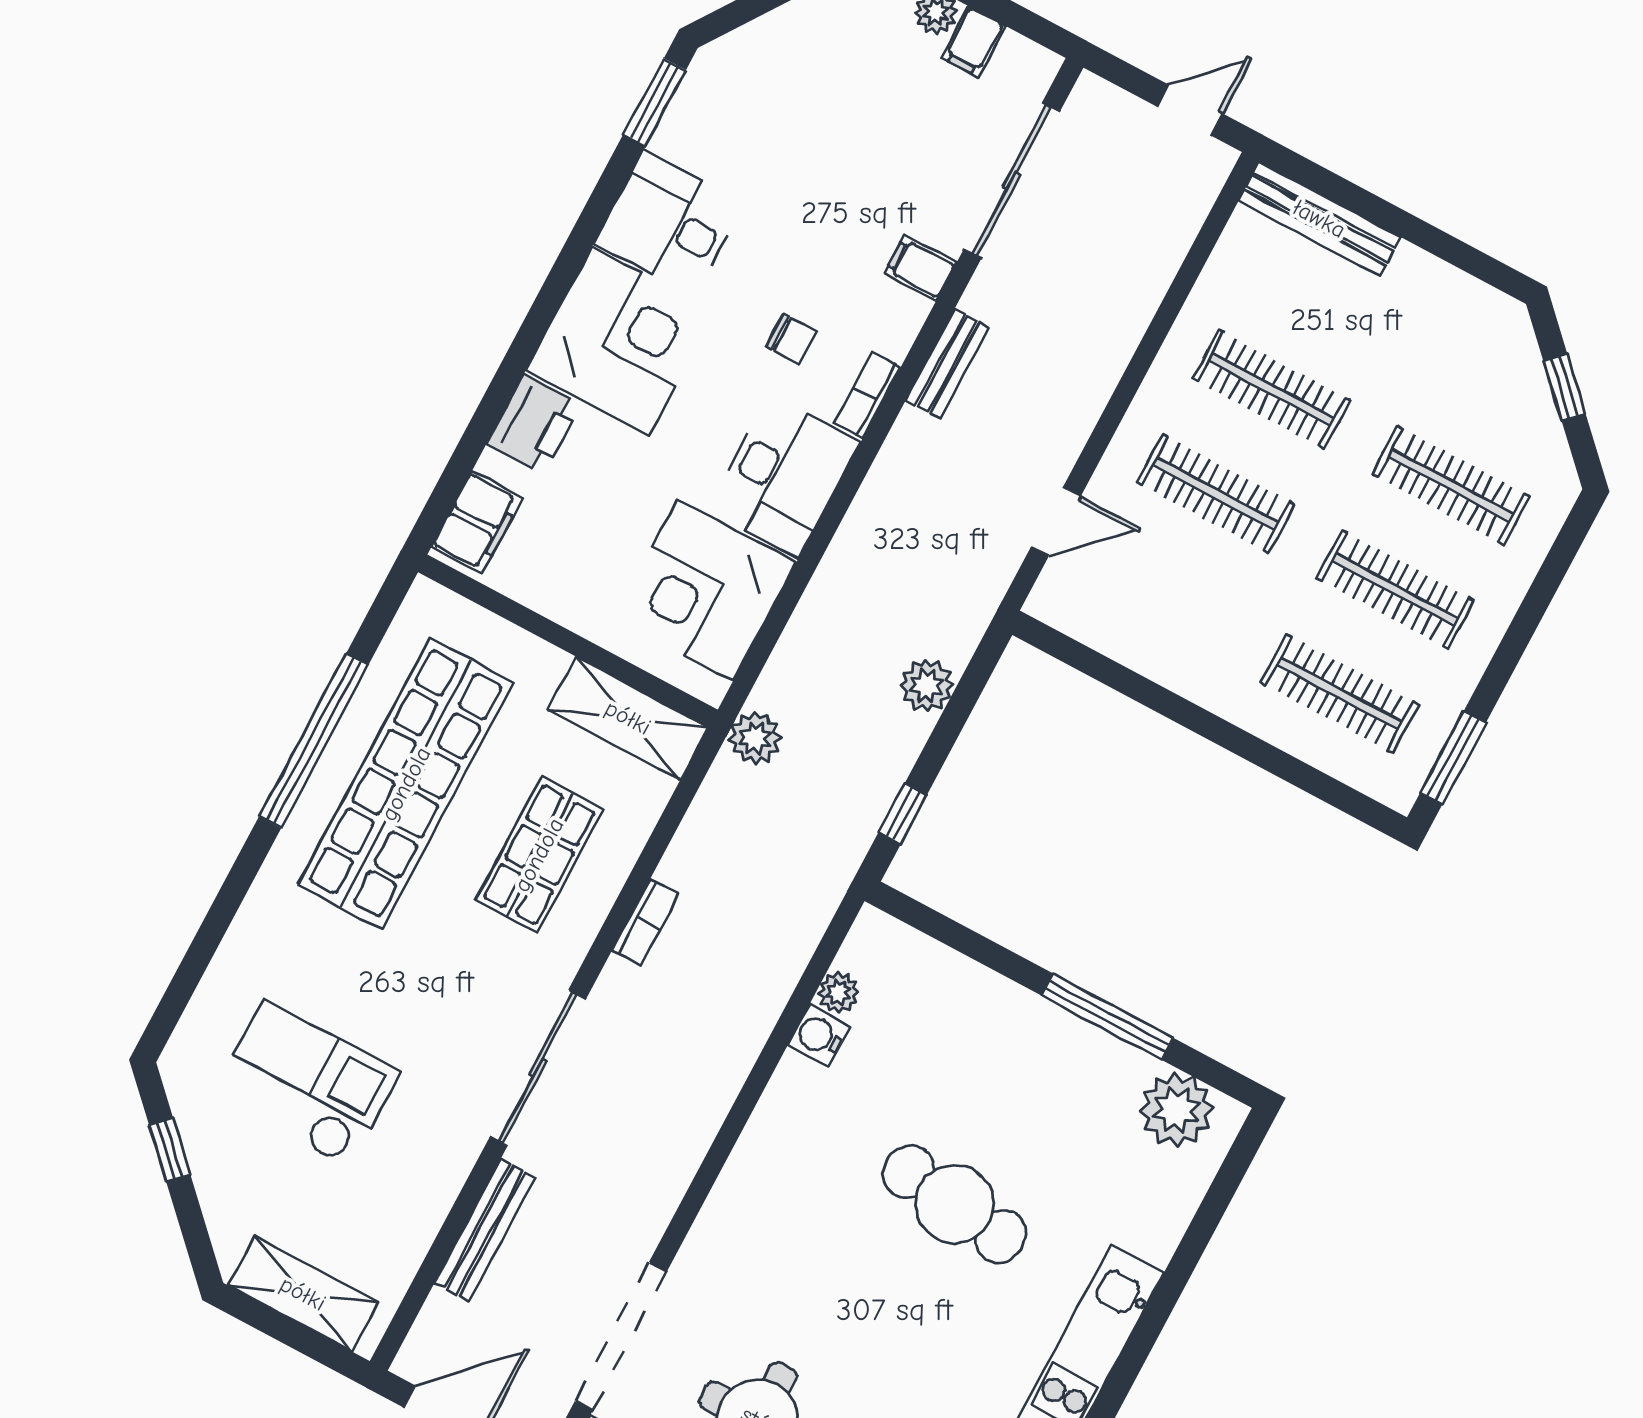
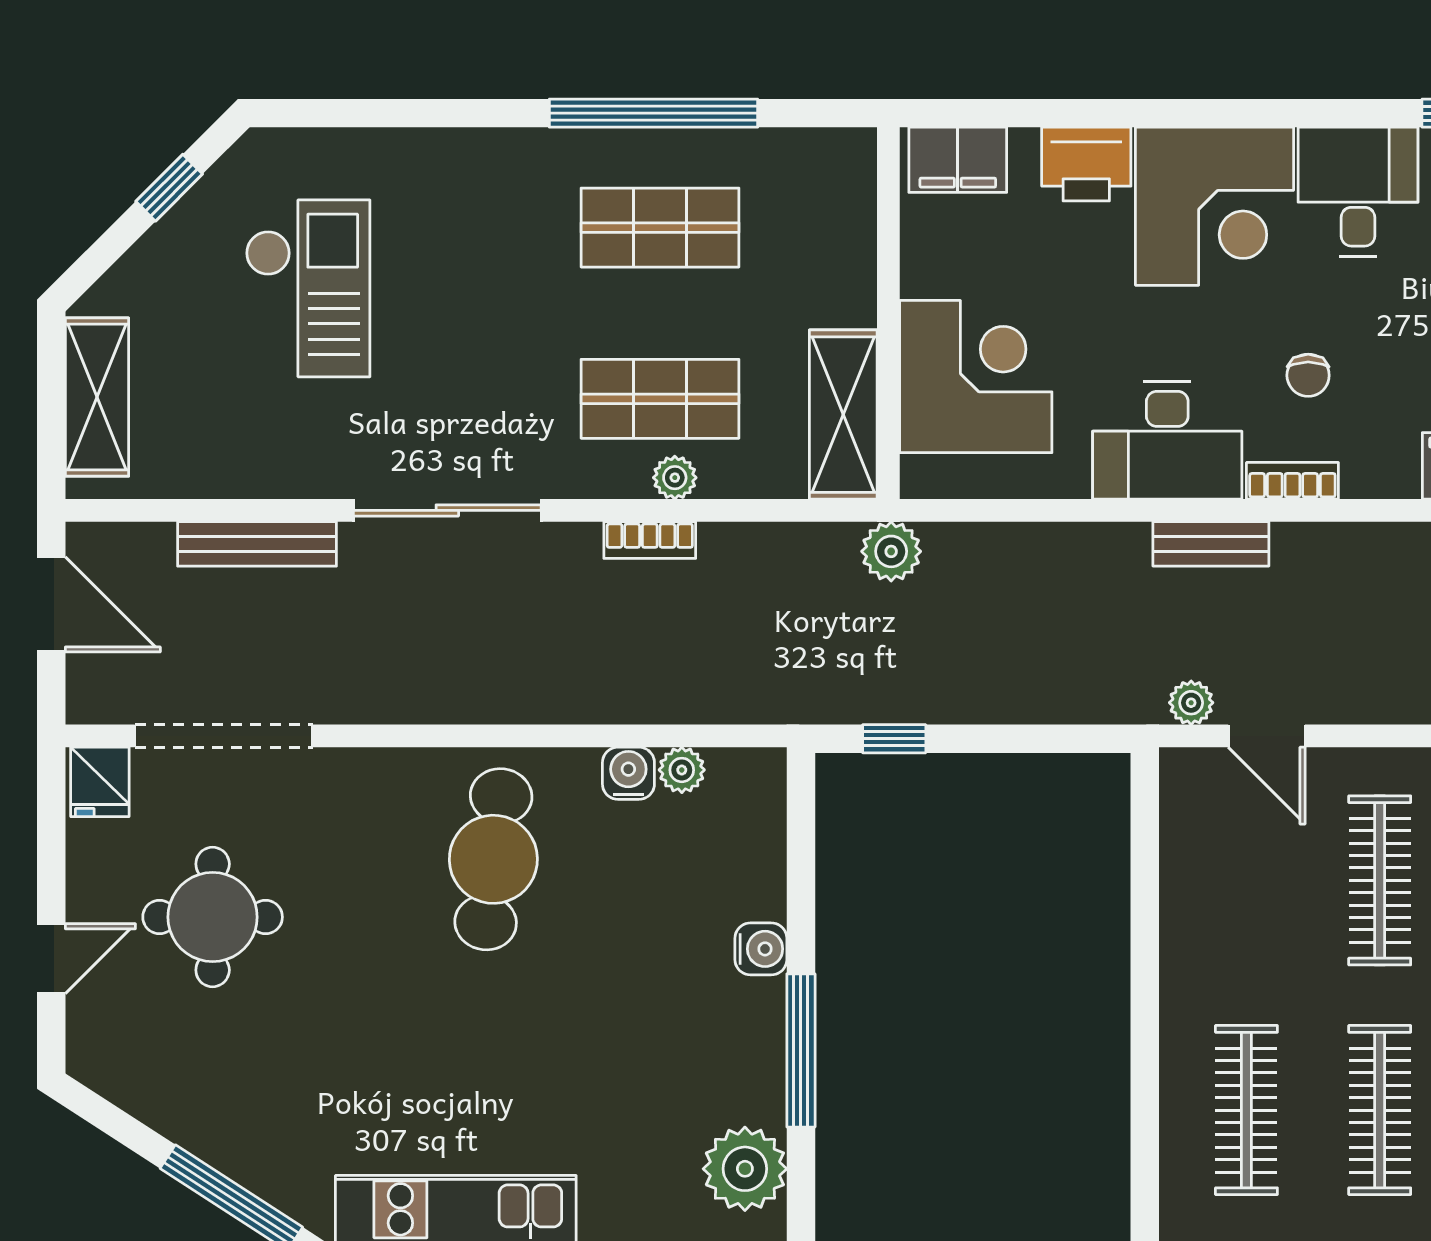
bench: (947, 364) -> (1211, 544), moved
corner desk: (705, 590) -> (976, 377), moved, turned 90
plant: (927, 686) -> (1191, 703), moved, width x0.73, depth x0.73
shop shelf: (406, 784) -> (660, 228), width x0.50, depth x0.74
plant: (607, 876) -> (675, 478), added
water cooler: (1011, 1006) -> (761, 949), added
cafe table: (954, 1204) -> (493, 859), moved

